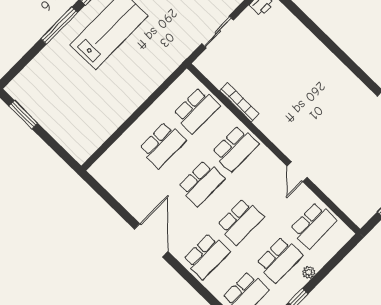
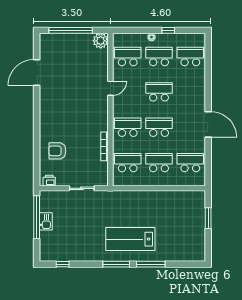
armchair: (285, 45) -> (57, 151), added
window: (23, 115) -> (208, 218), moved
plant: (360, 212) -> (101, 41), added
door: (151, 240) -> (208, 124), swing flipped
school desk: (206, 256) -> (190, 163), moved

